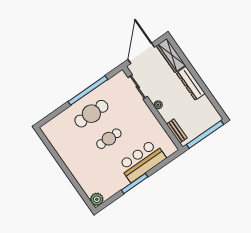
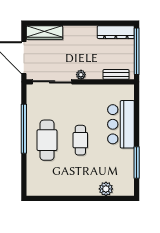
dresser: (191, 83) -> (116, 32), moved
sliding door: (138, 87) -> (52, 82), width x1.37
window: (135, 184) -> (137, 162), moved
plant: (97, 199) -> (106, 189), moved

